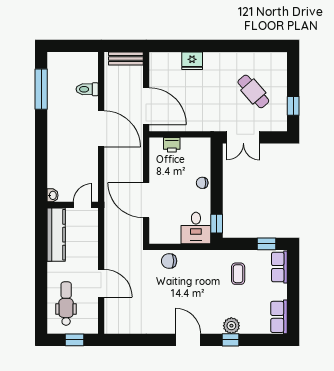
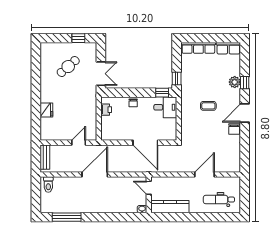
toilet: (87, 89) -> (48, 185), moved
door: (146, 106) -> (79, 143), width x0.53
printer: (172, 145) -> (106, 110), moved
door: (146, 200) -> (145, 143), hinge flipped
window: (266, 244) -> (177, 78), moved
chair: (169, 261) -> (234, 129), moved
row of seats: (279, 267) -> (198, 48), width x1.48
coffee table: (238, 274) -> (208, 106), moved
window: (74, 340) -> (245, 194), removed

